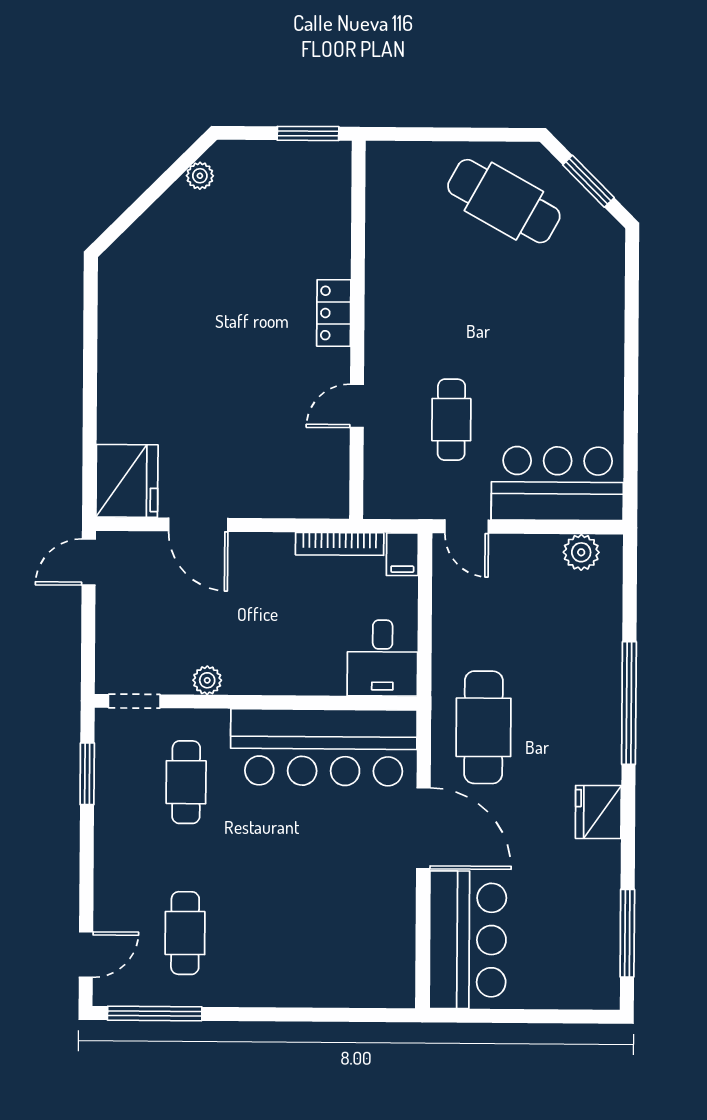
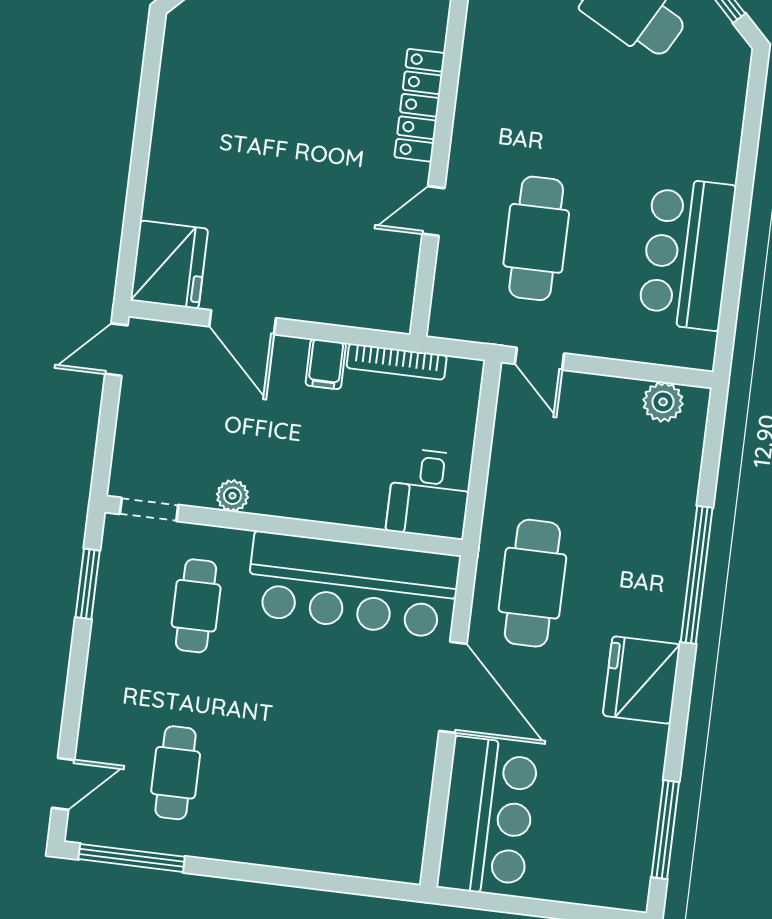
locker: (334, 313) -> (420, 105), width x1.53
cafe table: (451, 420) -> (536, 238), width x1.37, depth x1.35
bar counter: (557, 484) -> (687, 254), moved, turned -90
filing cabinet: (402, 554) -> (326, 364), moved
fridge: (598, 812) -> (641, 680), width x1.36, depth x1.34

